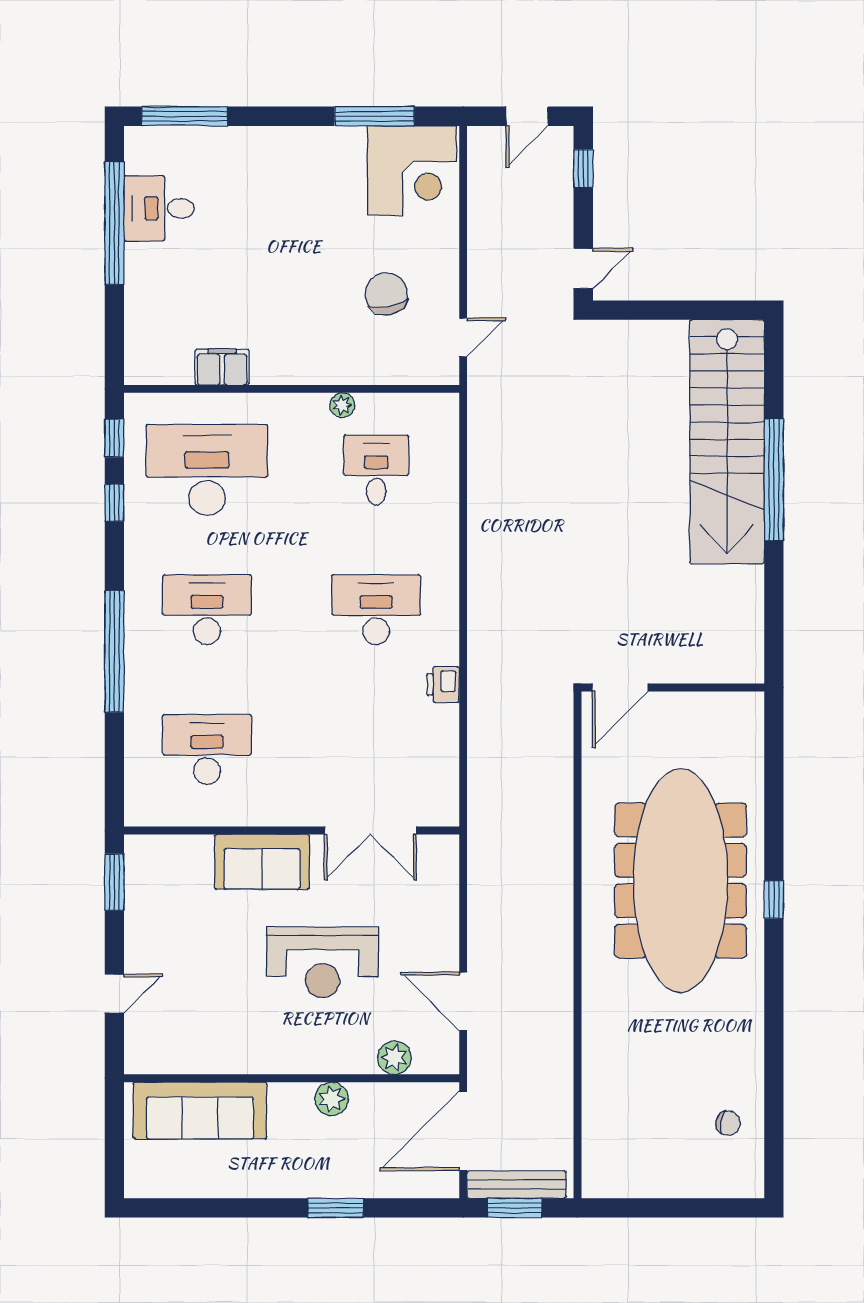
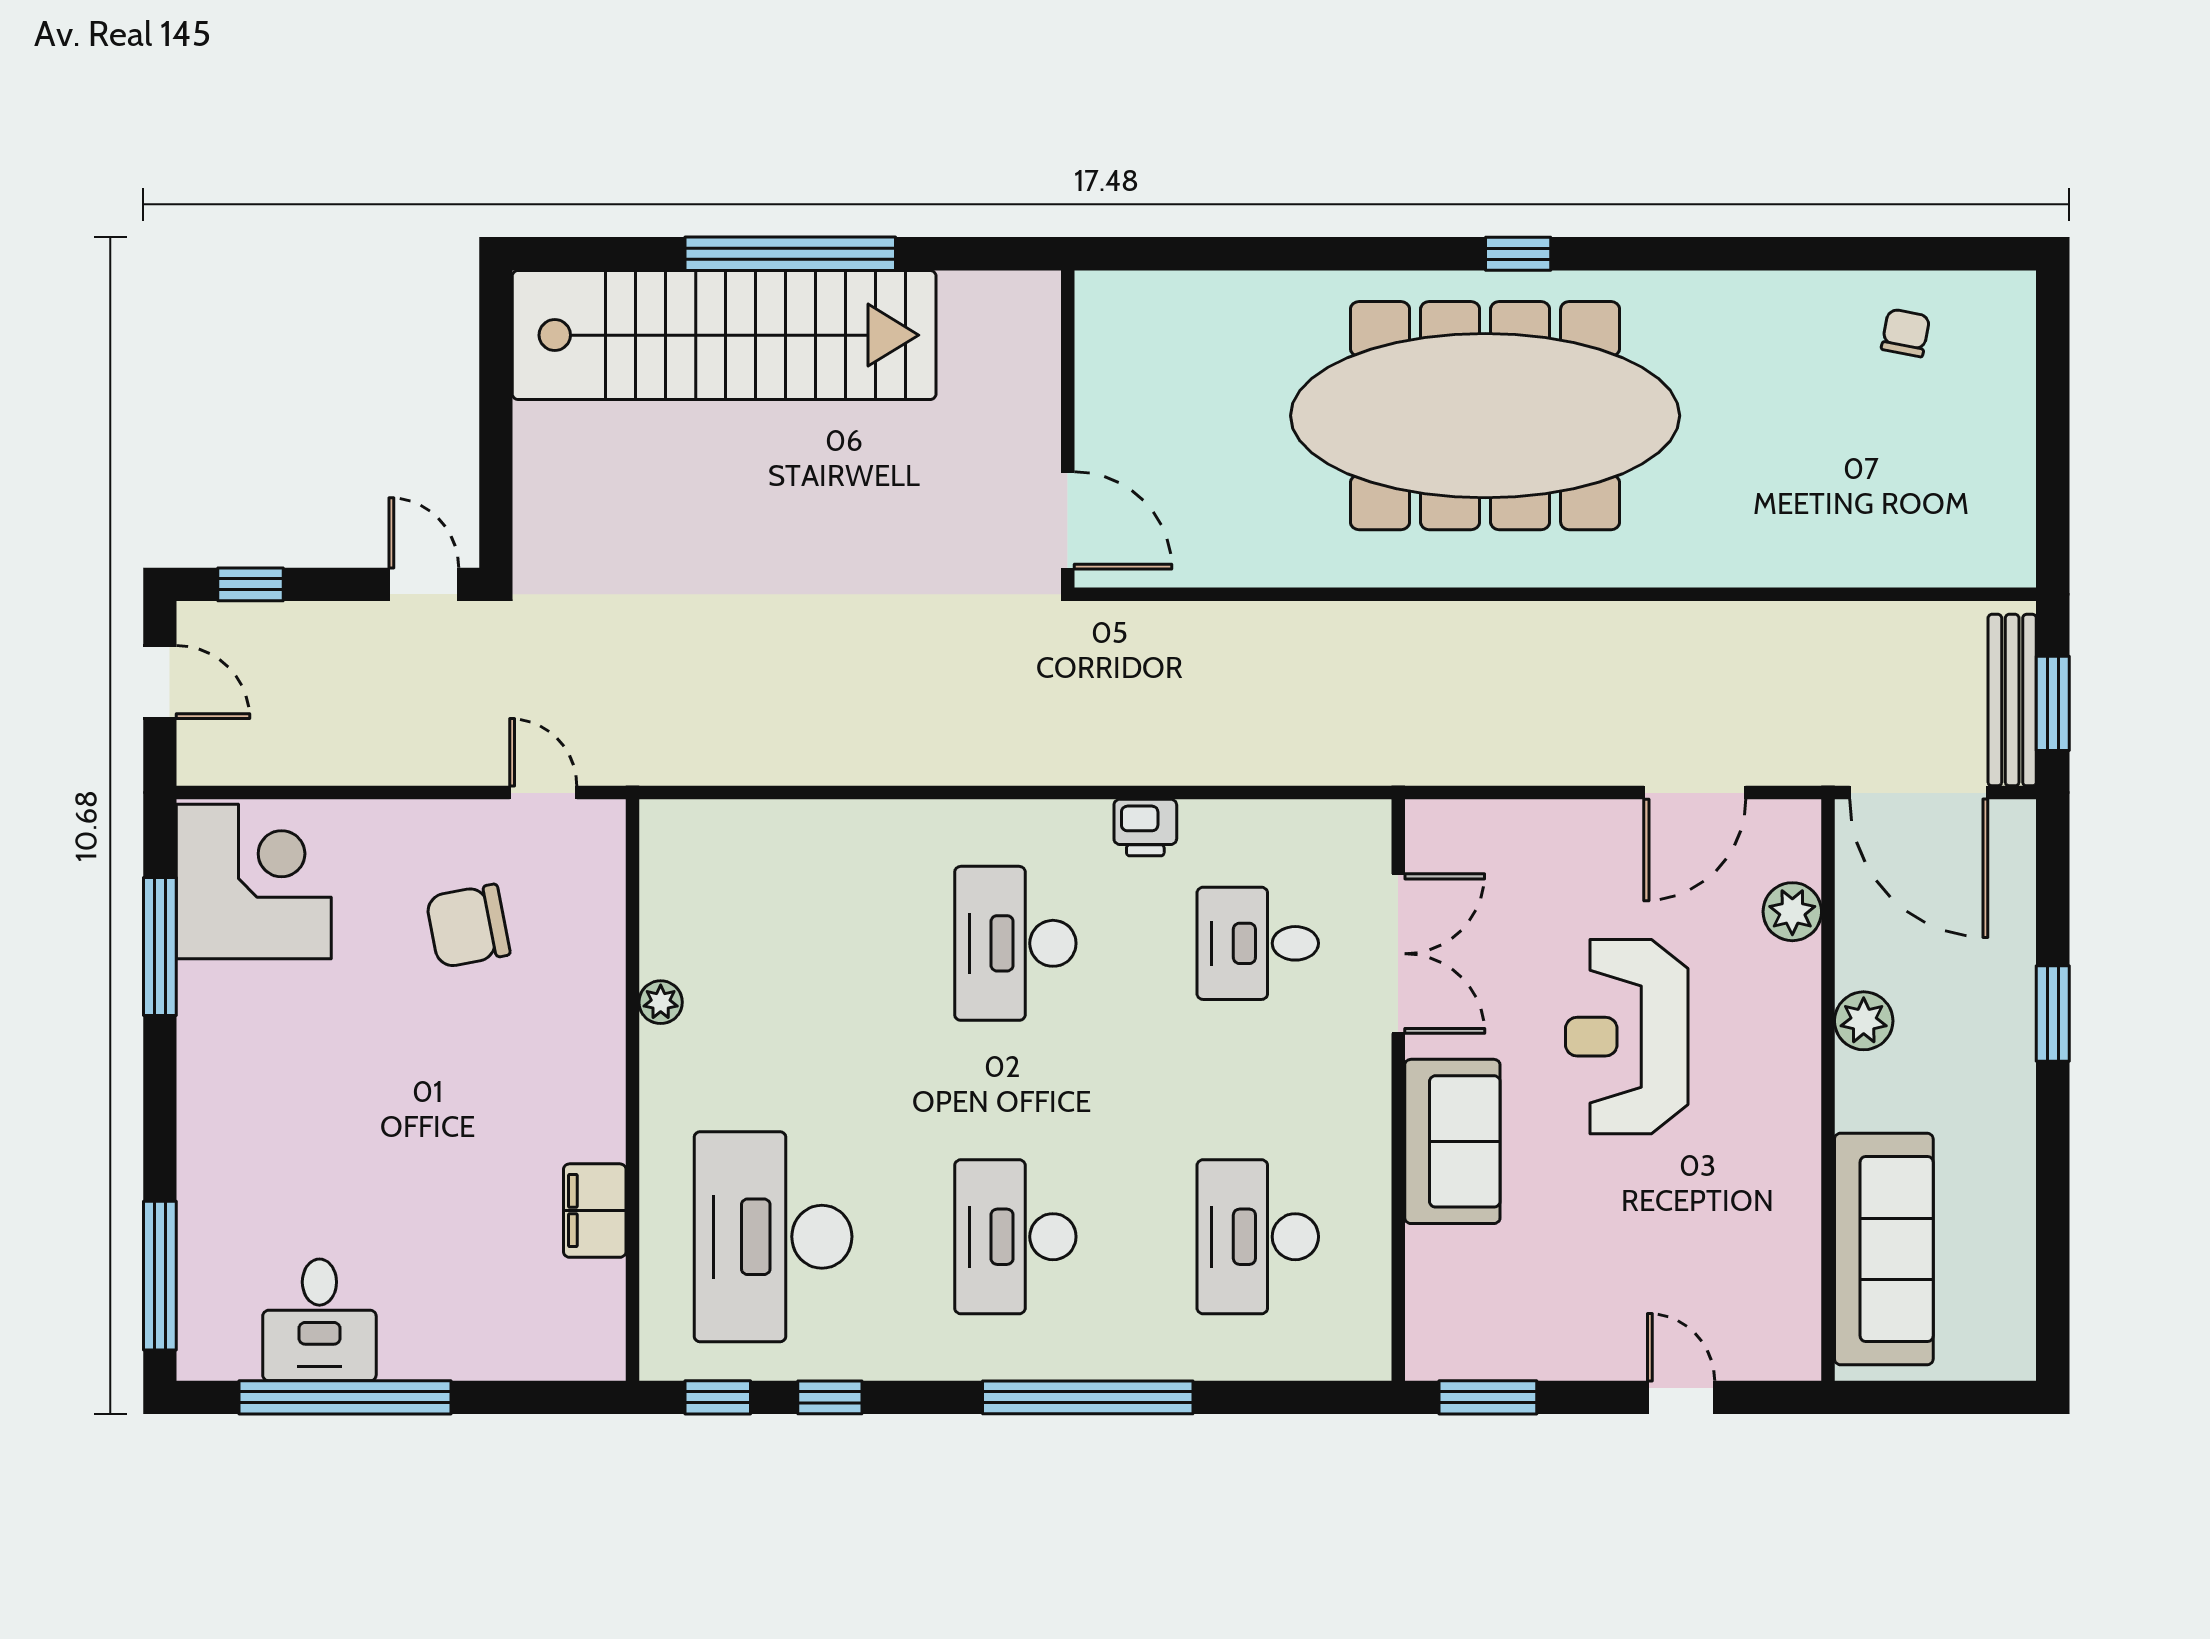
desk: (376, 470) -> (1258, 943), moved
door: (620, 688) -> (1068, 520), moved
wall: (673, 688) -> (1068, 429), moved
reception desk: (322, 962) -> (1627, 1037), turned 180

